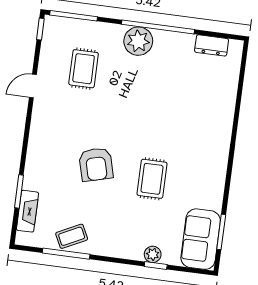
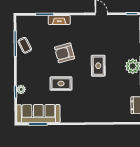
rug: (84, 69) -> (98, 66), moved, turned 90
fireplace: (27, 211) -> (59, 20), moved
sofa: (201, 239) -> (38, 114), width x1.36

